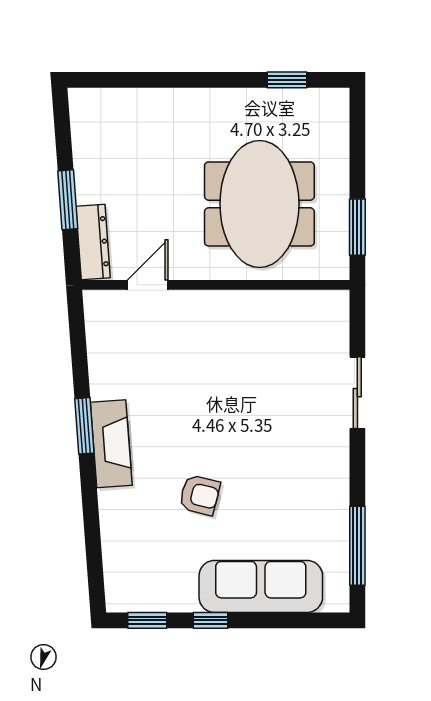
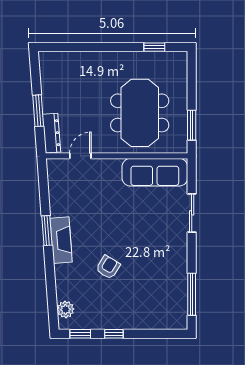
armchair: (200, 495) -> (108, 267), turned -73
plant: (119, 575) -> (65, 309), added
sofa: (261, 586) -> (155, 172), moved, turned 180

